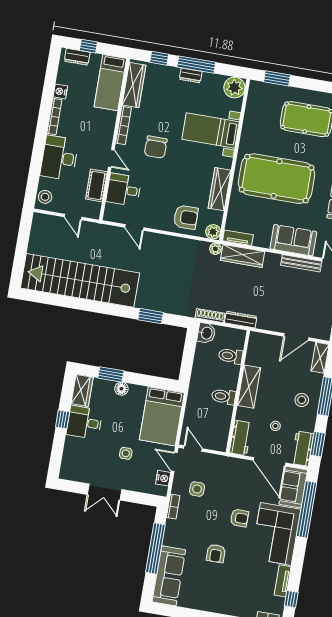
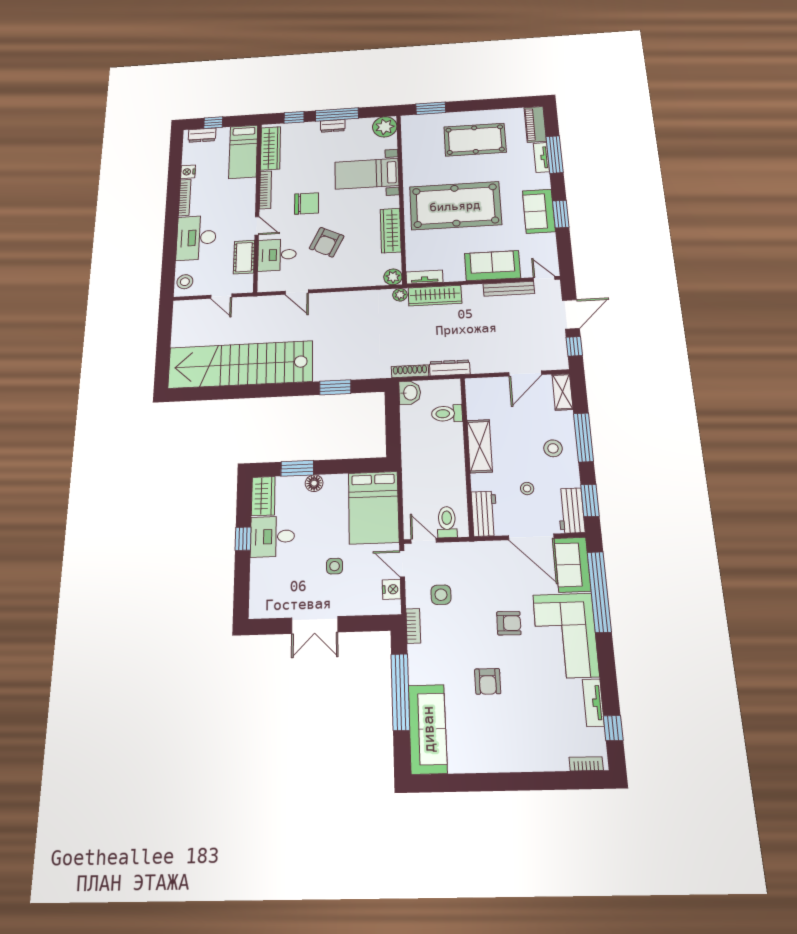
chair: (156, 147) -> (307, 203), turned -90
armchair: (186, 217) -> (327, 242), moved, turned 116
toilet: (224, 397) -> (447, 522), moved, turned 90

